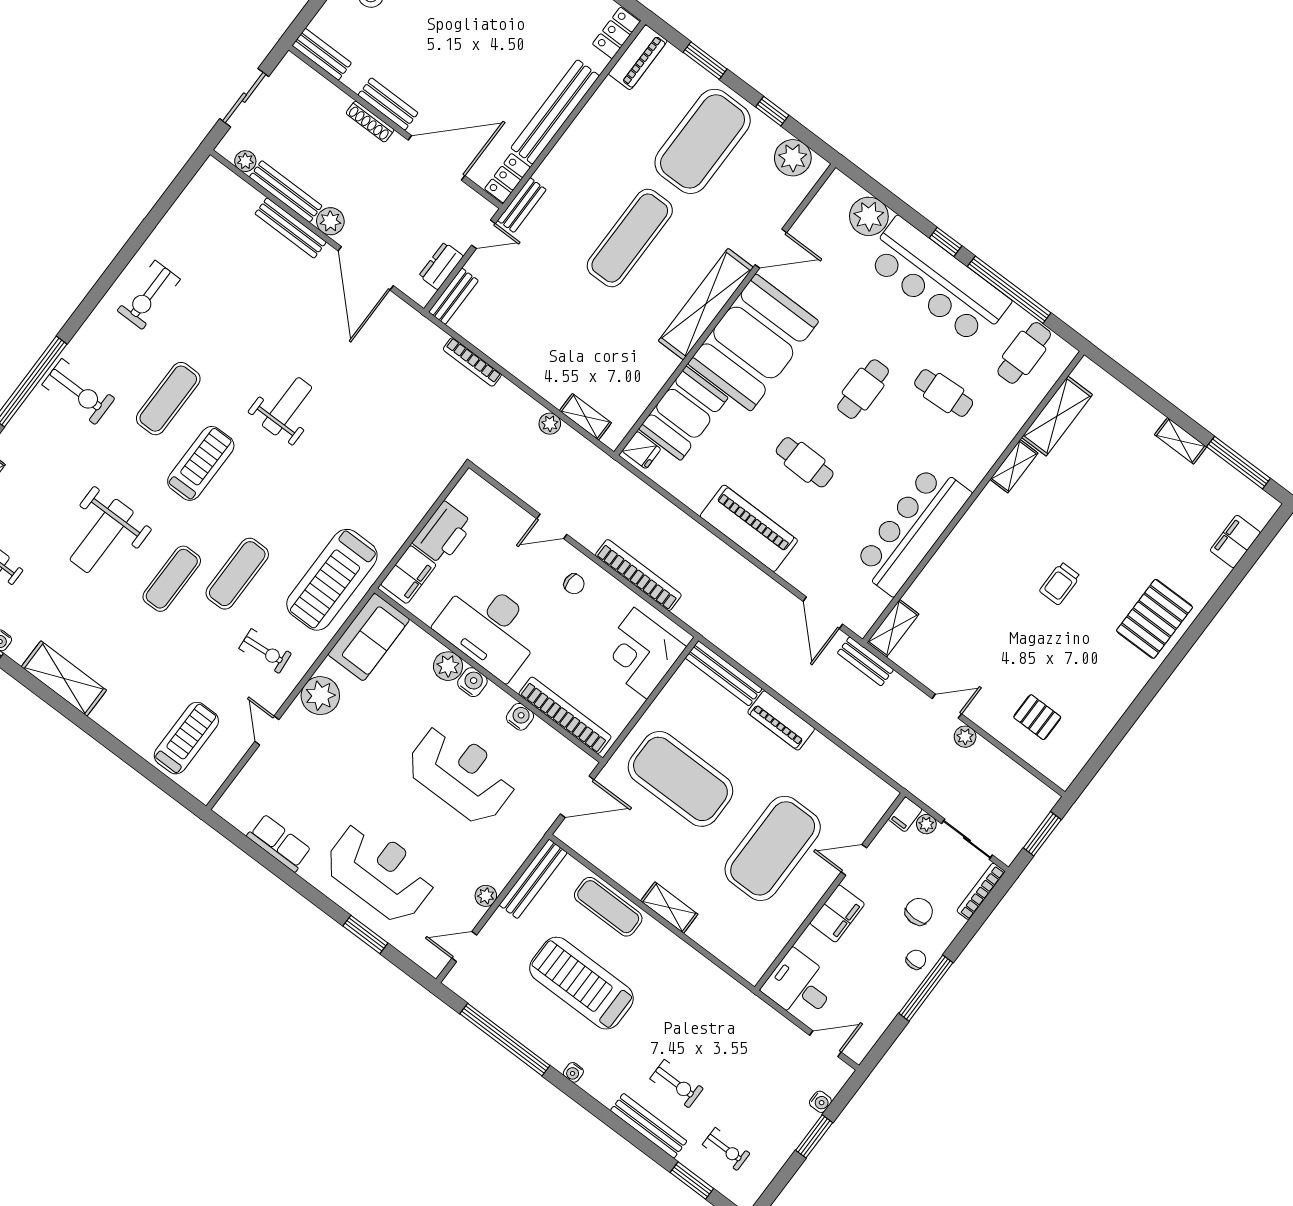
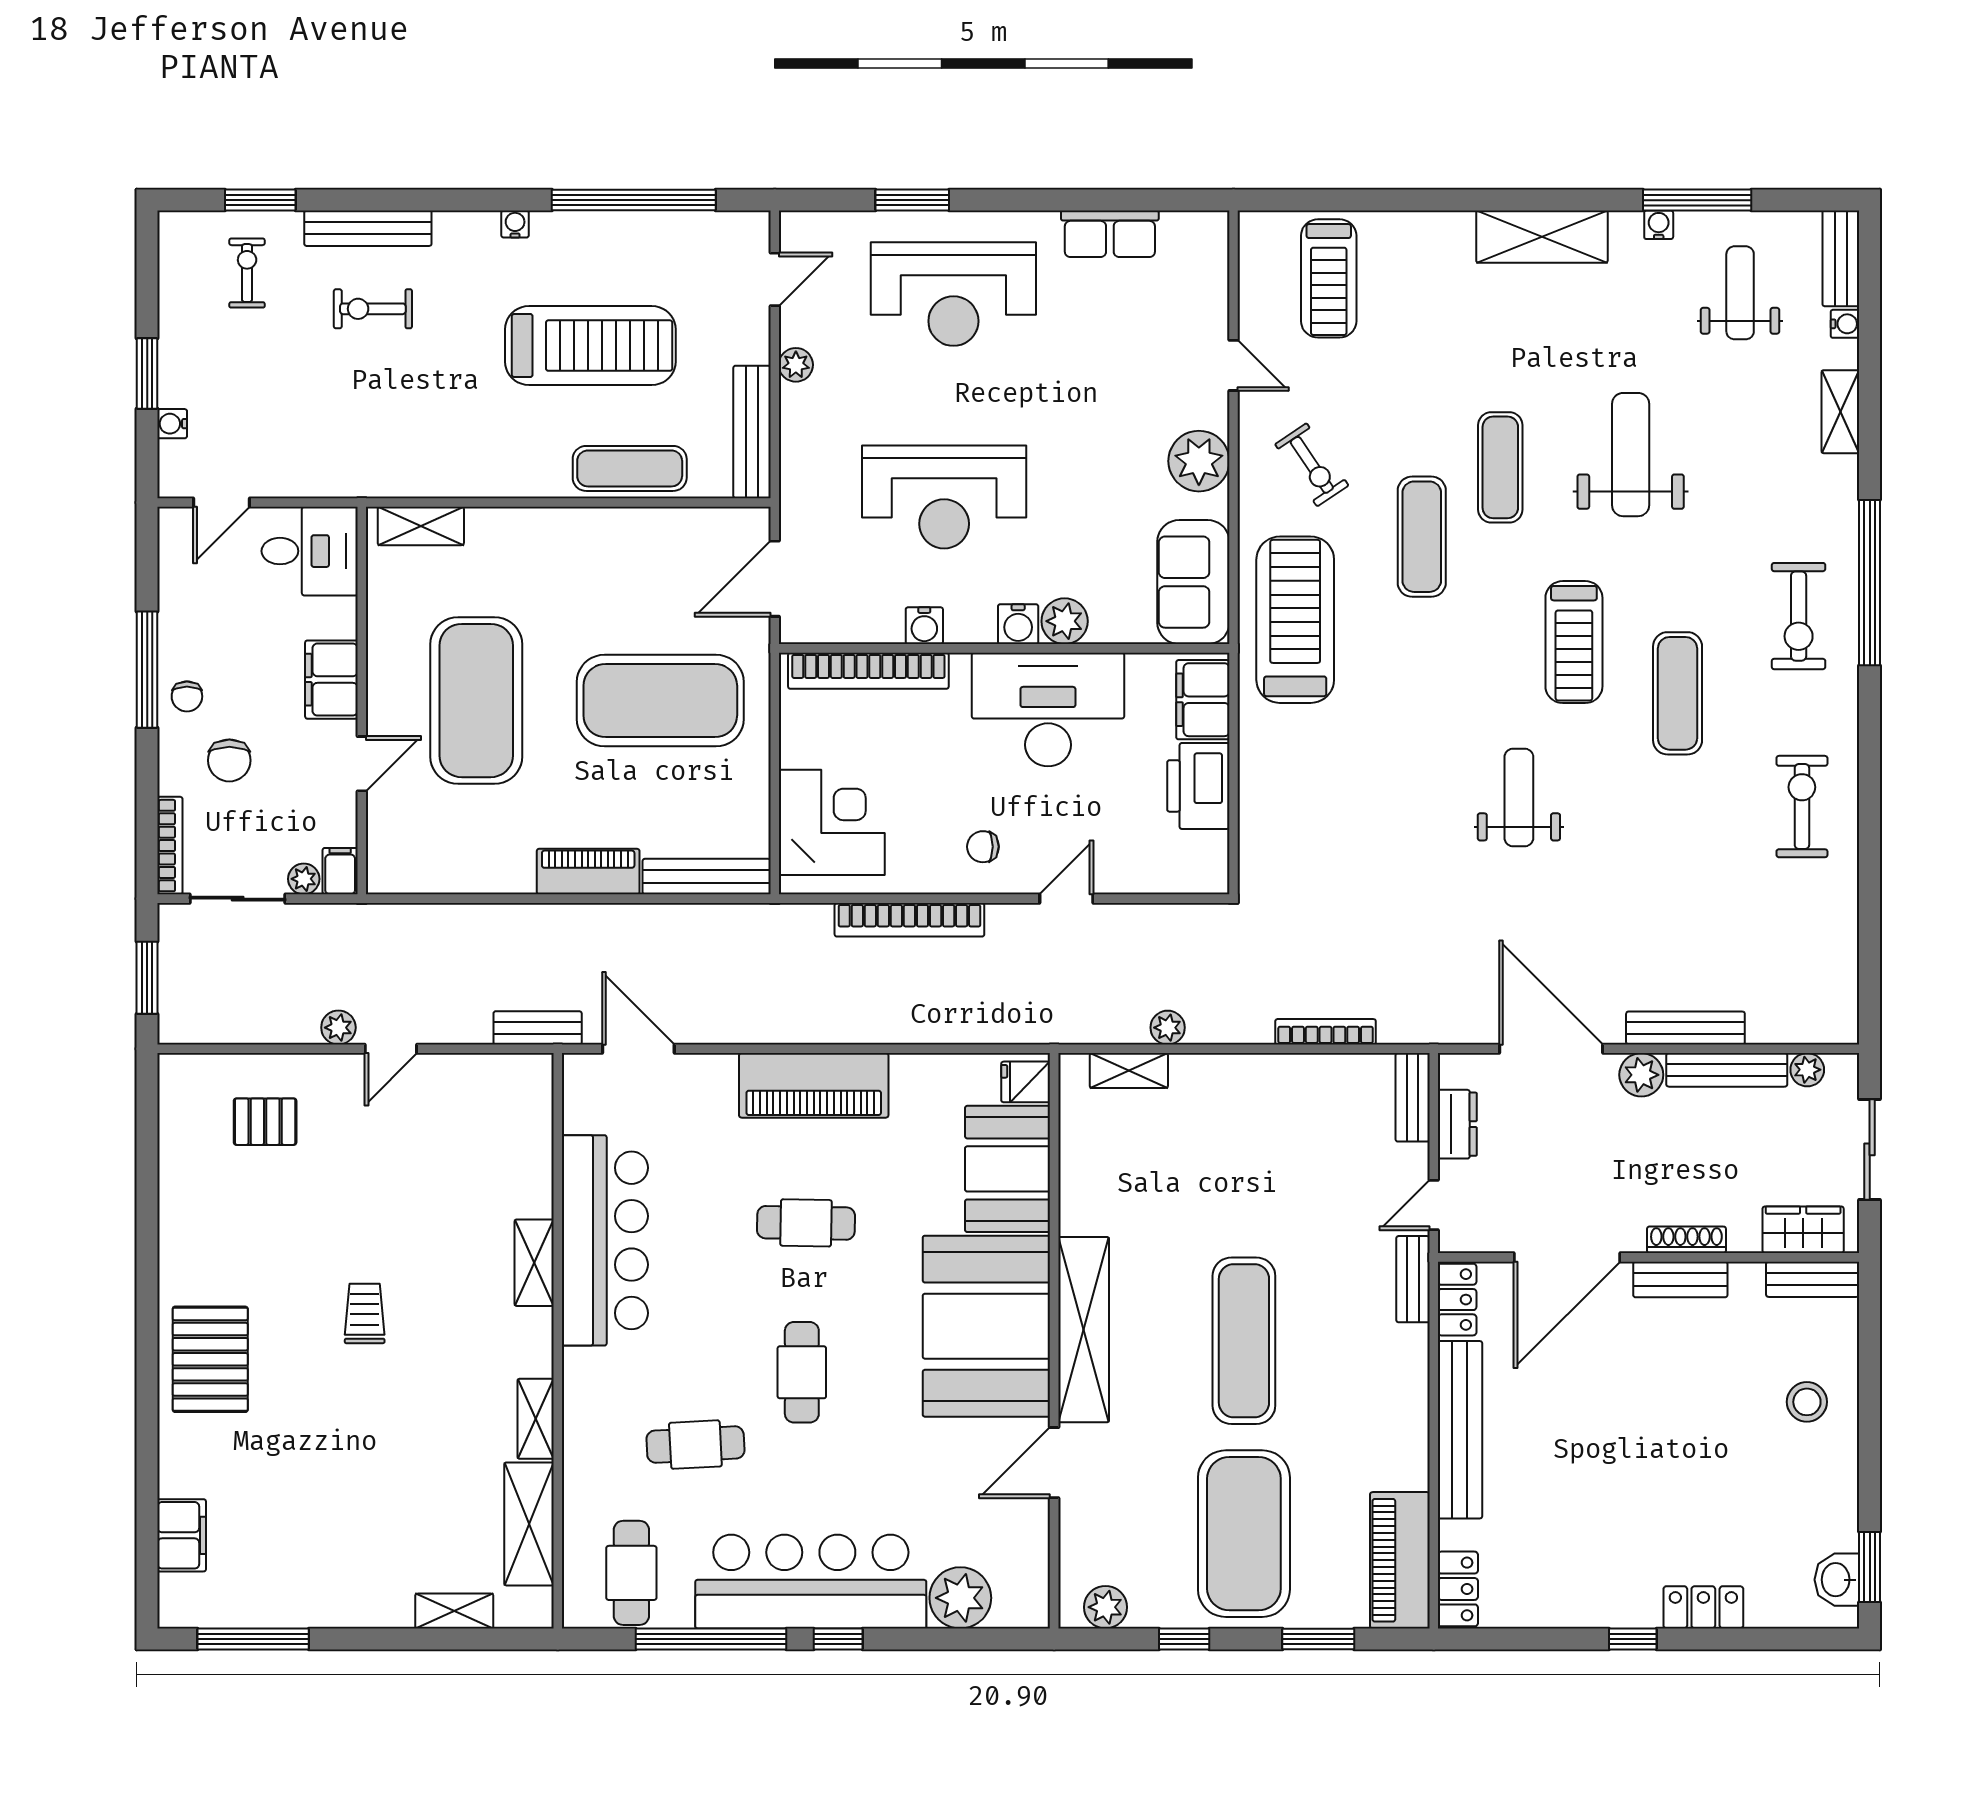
piano: (638, 57) -> (1400, 1560), width x1.37, depth x1.33
wardrobe: (308, 83) -> (1803, 1230), added
plant: (793, 158) -> (1106, 1607), width x0.73, depth x0.73
exercise bike: (78, 392) -> (1799, 616), turned -90
weight bench: (287, 406) -> (1519, 797), turned 180
shelving: (1181, 441) -> (454, 1611), moved
shelving: (893, 628) -> (534, 1263), moved
exercise bike: (265, 651) -> (1312, 465), turned -119
shelving: (669, 908) -> (421, 526), moved
exercise bike: (726, 1149) -> (247, 273), turned 90

